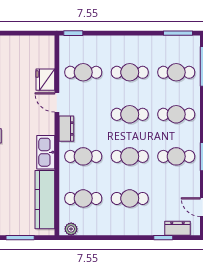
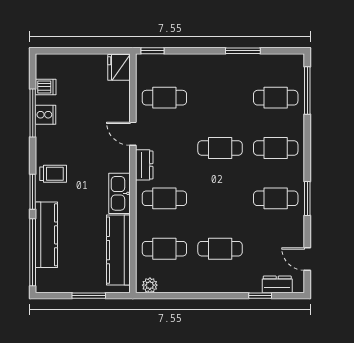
window: (178, 33) -> (243, 51), moved
cafe table: (130, 72) -> (220, 98), removed
fridge: (45, 80) -> (119, 67), moved
cafe table: (130, 156) -> (220, 198), removed

